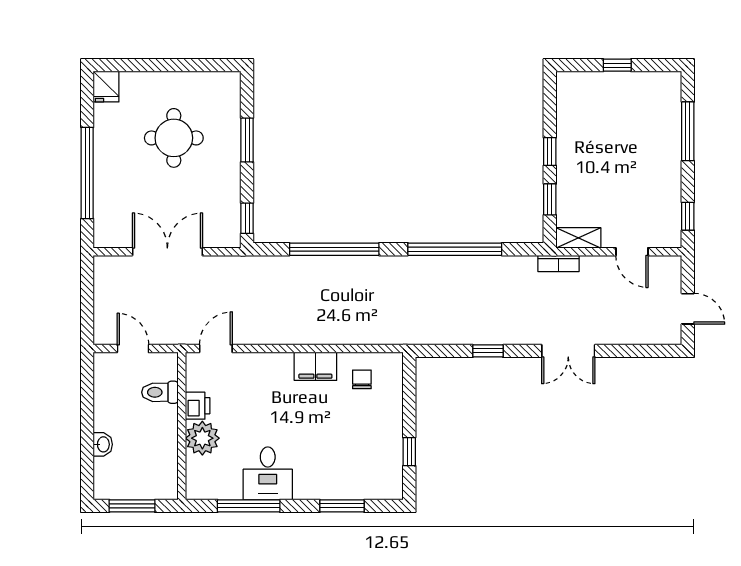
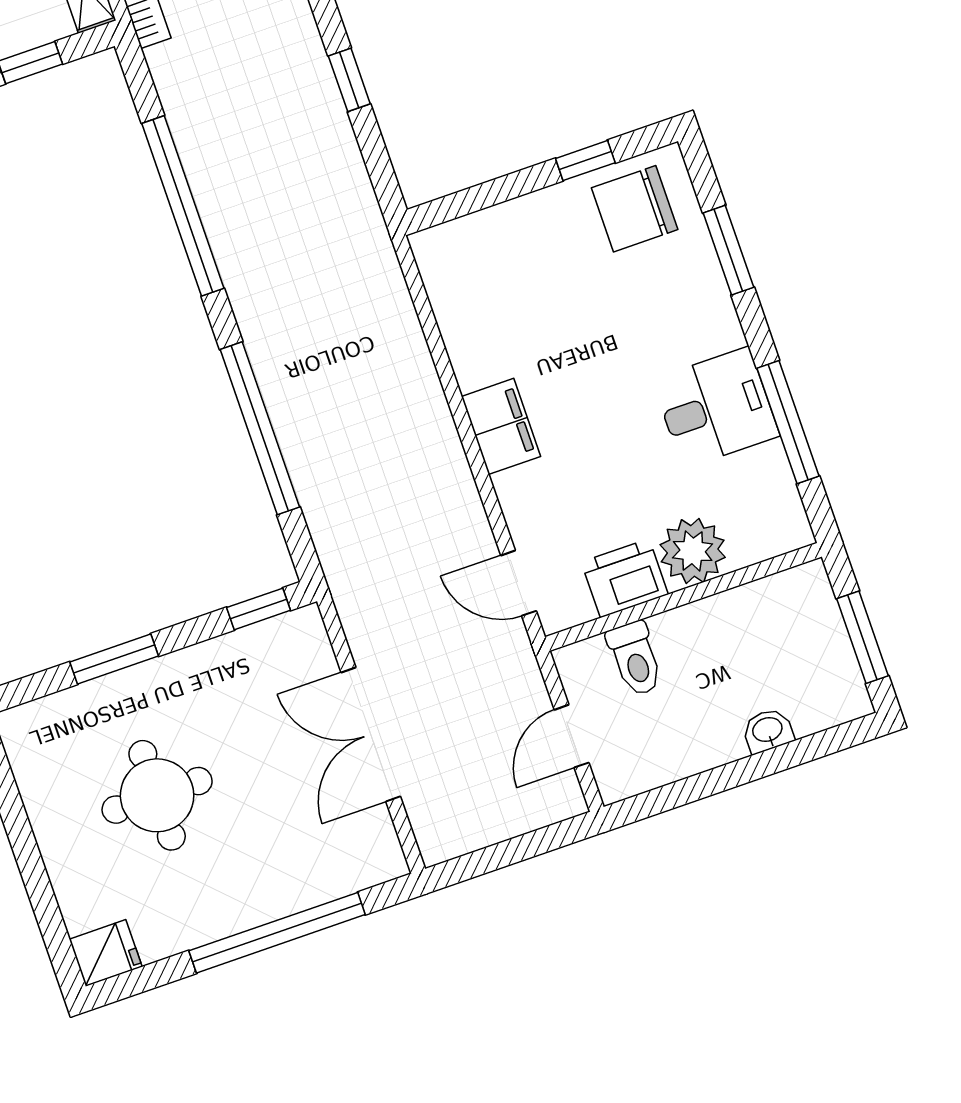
filing cabinet: (315, 366) -> (501, 426), moved
chair: (362, 379) -> (635, 209), moved, width x1.87, depth x1.87
printer: (198, 406) -> (625, 578), width x1.36, depth x1.24

